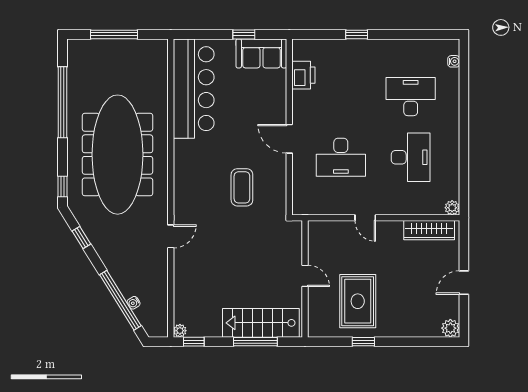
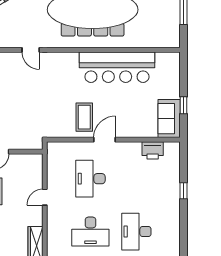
bar counter: (194, 89) -> (117, 67), moved
desk: (411, 97) -> (136, 232), turned 180
coffee table: (242, 187) -> (84, 117), moved, turned 90

